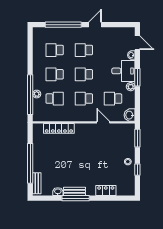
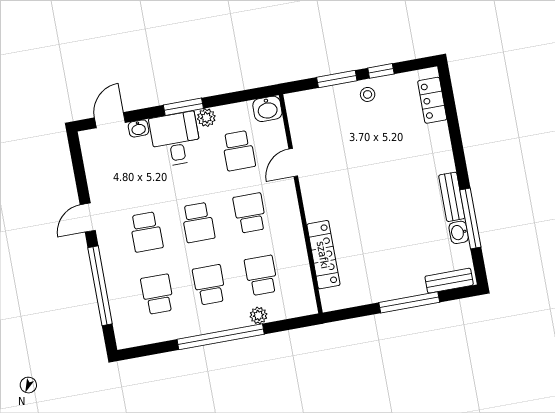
door: (95, 25) -> (88, 218), hinge flipped
school desk: (55, 50) -> (158, 294), turned 180
school desk: (55, 74) -> (209, 285), turned 180
window: (30, 95) -> (221, 337), moved
school desk: (84, 99) -> (250, 213), turned 180
window: (137, 138) -> (337, 79), moved
window: (30, 163) -> (409, 302), width x0.68
locker: (106, 190) -> (432, 100), moved
window: (76, 198) -> (470, 218), moved

